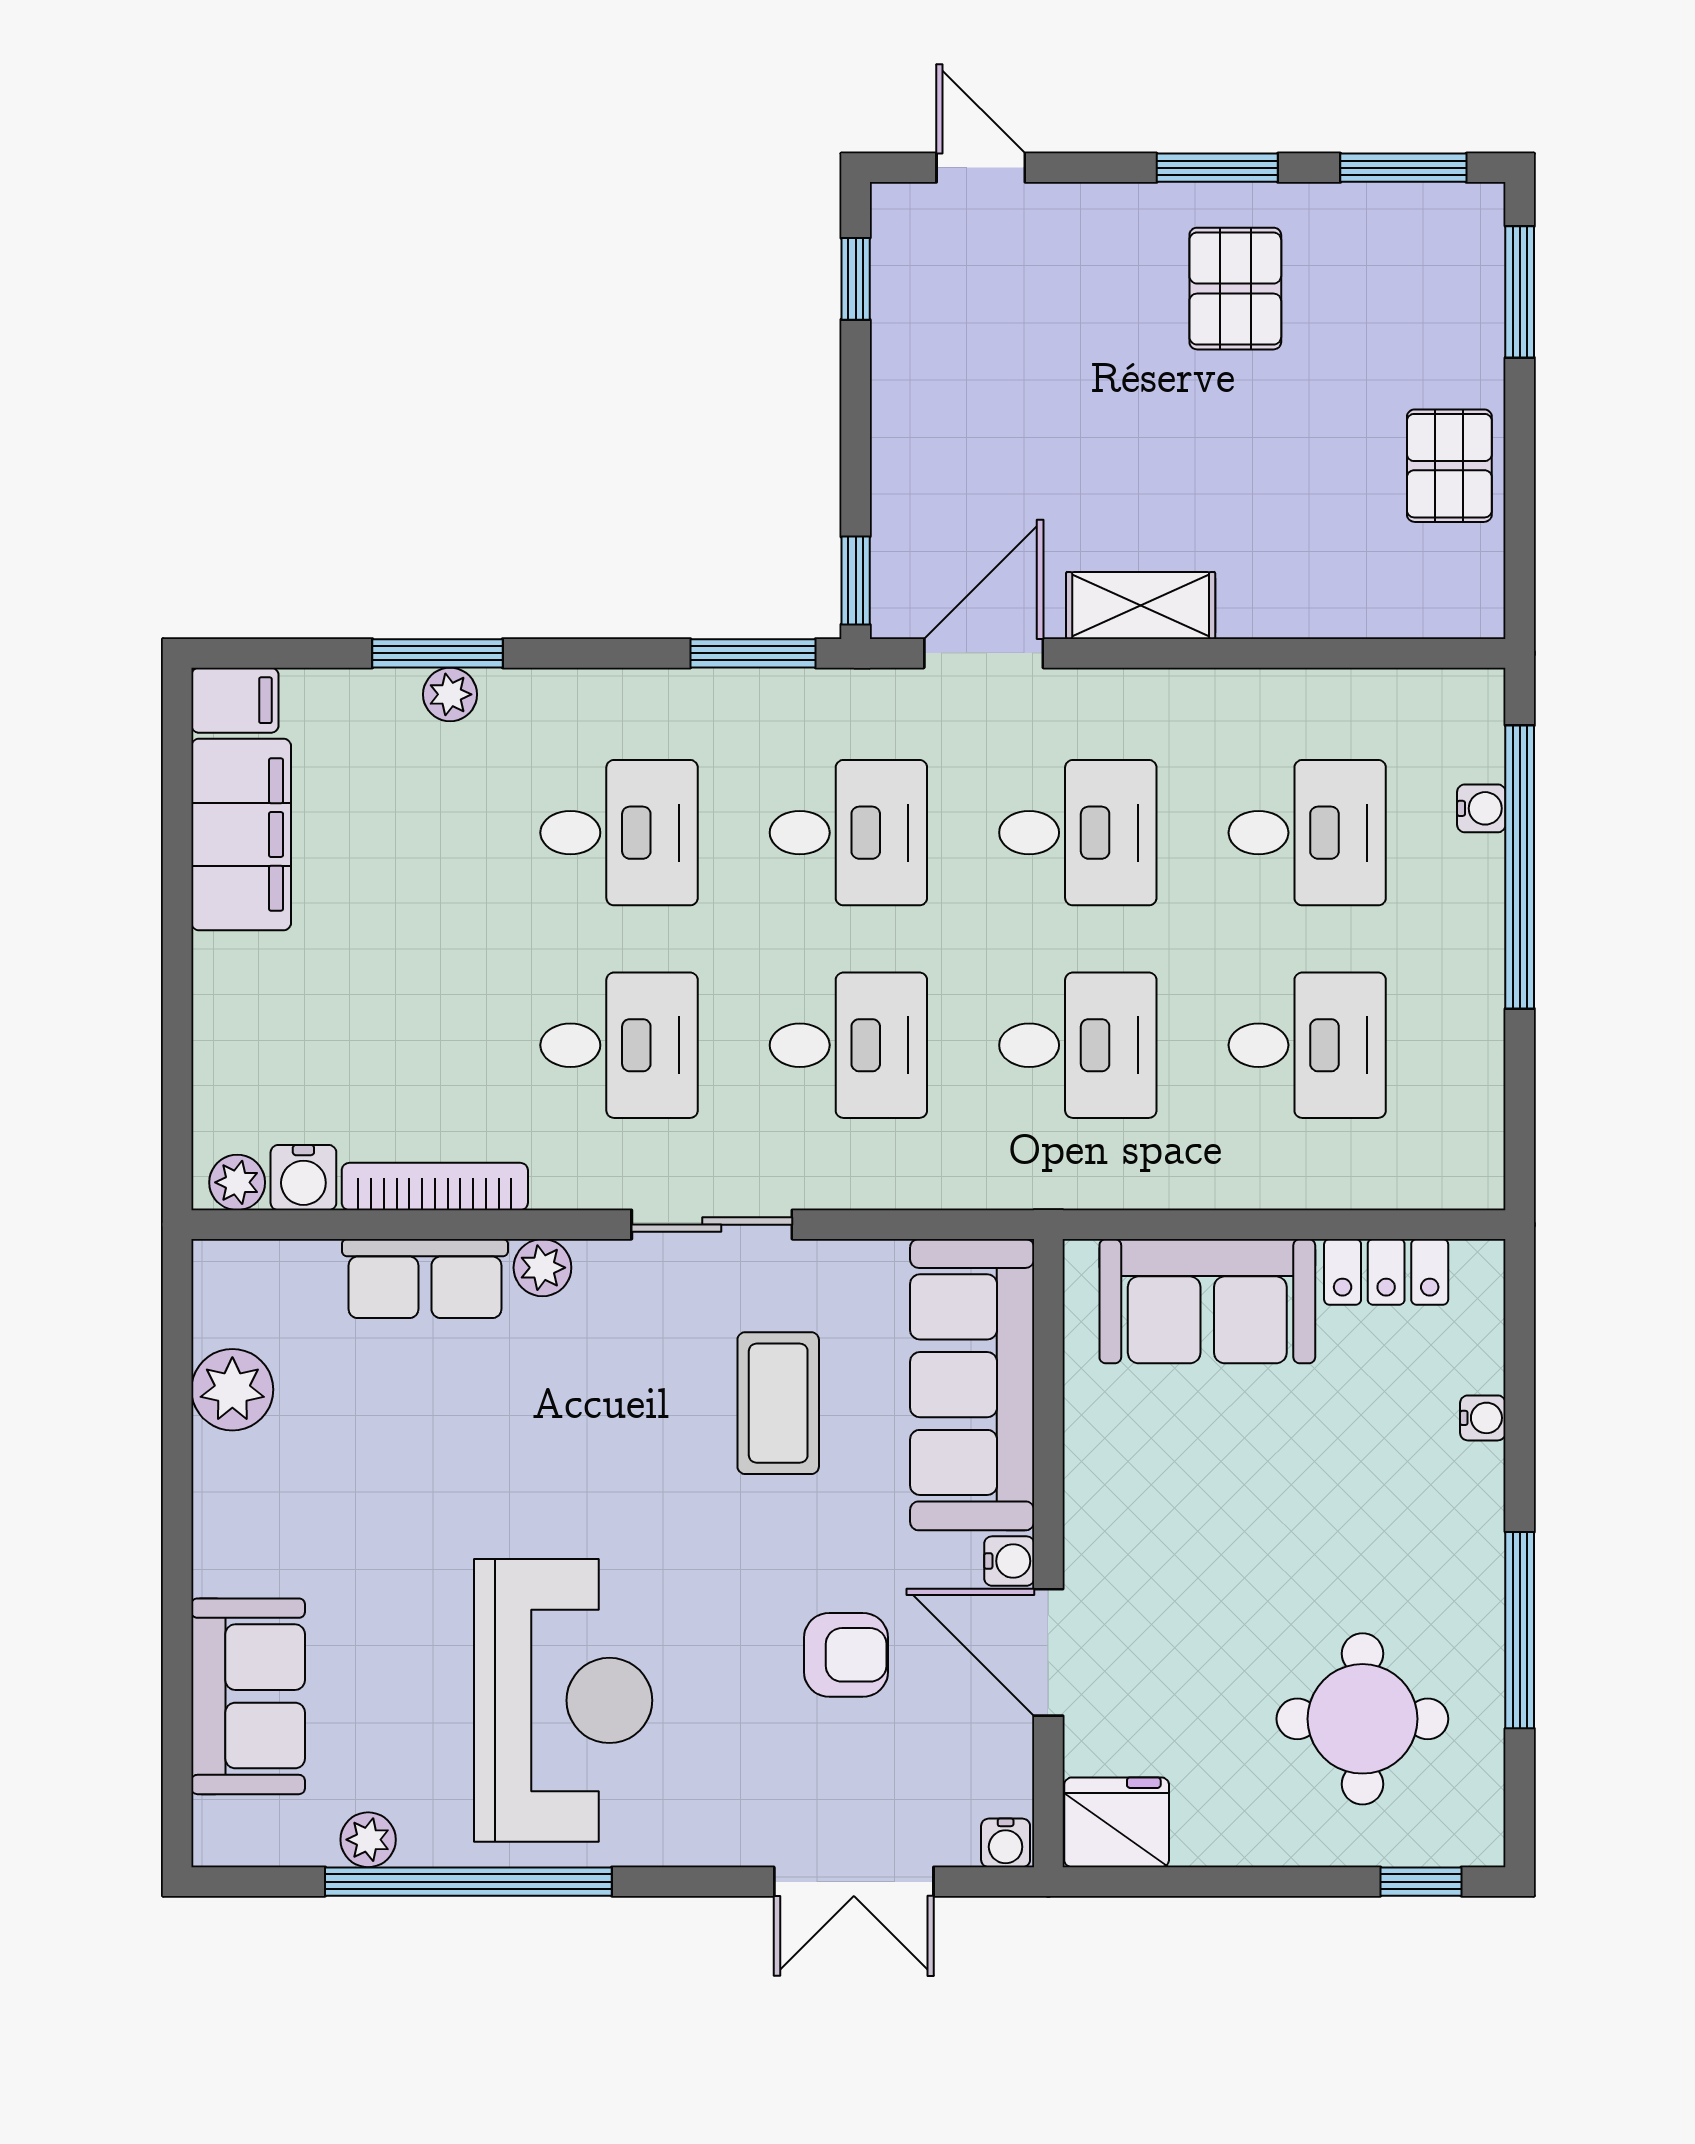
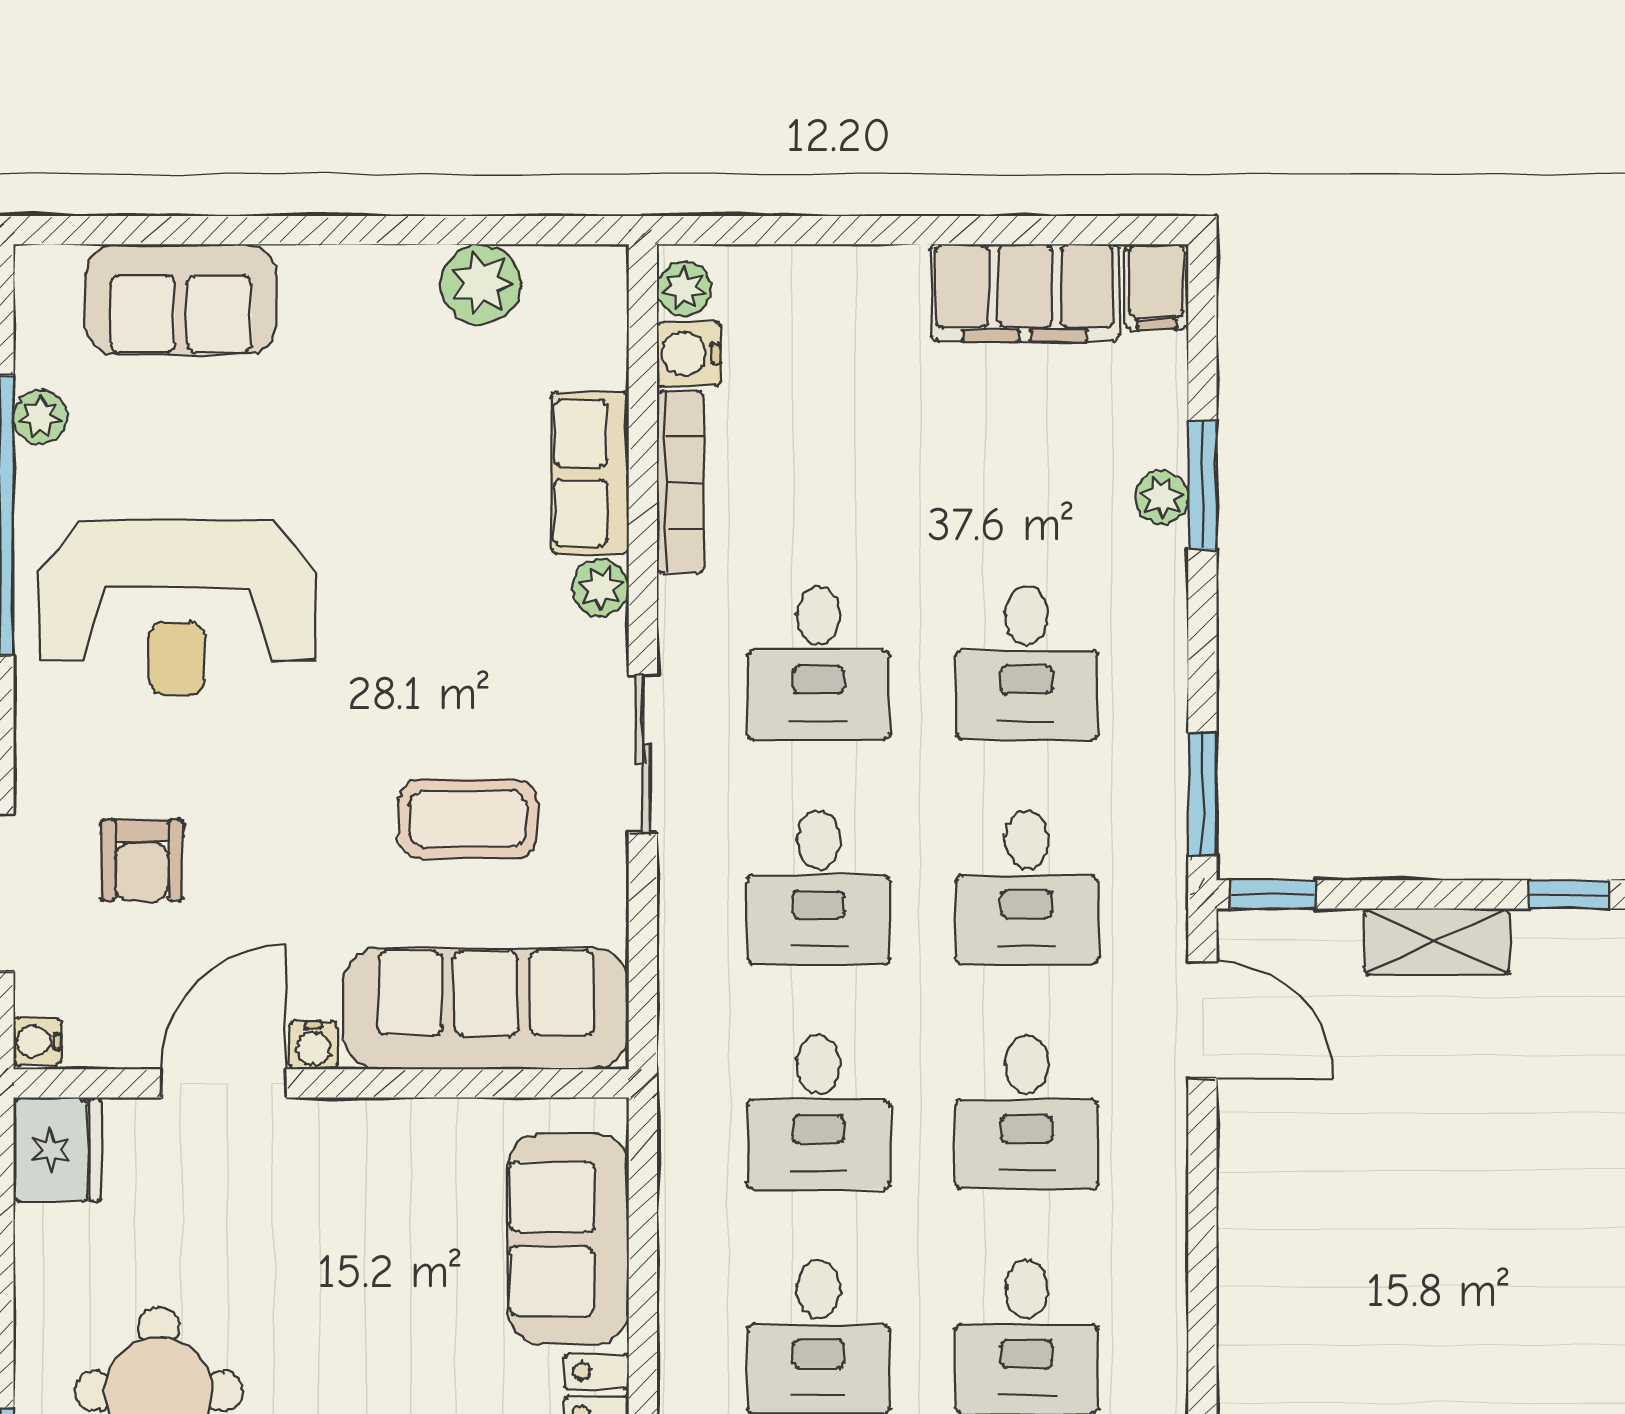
pallet: (1235, 289) -> (1560, 1266), removed
shelving: (1141, 605) -> (1437, 941), moved, turned 90
armchair: (846, 1655) -> (142, 860), moved

